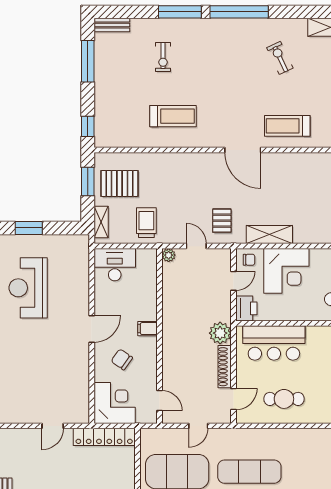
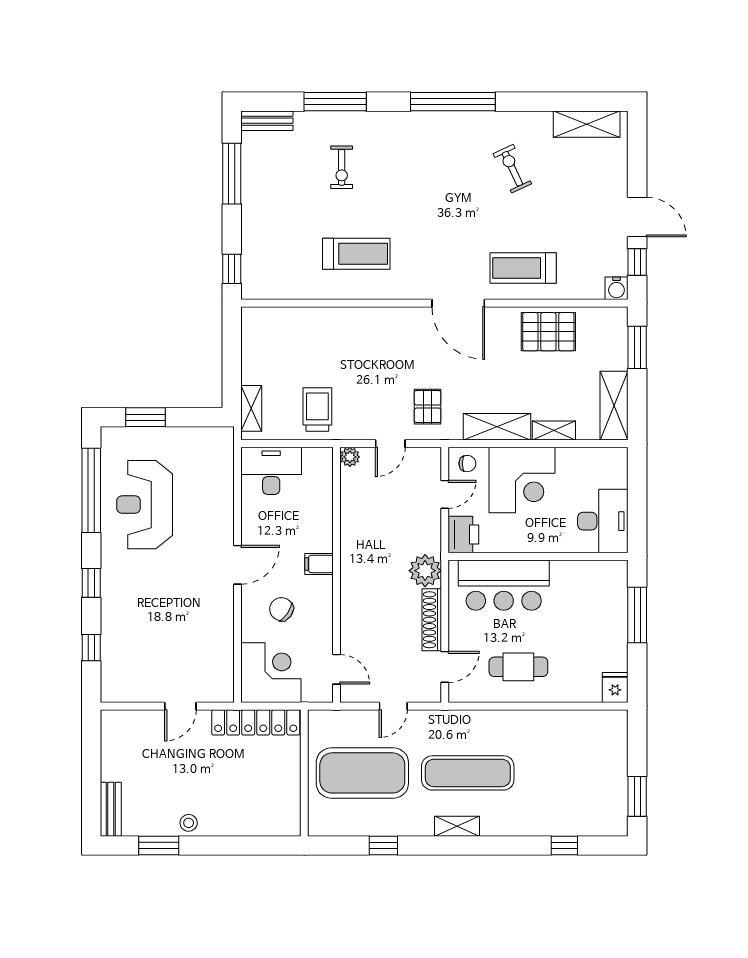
window: (180, 12) -> (335, 102), moved
window: (88, 181) -> (232, 349), removed
pallet: (119, 183) -> (548, 332), moved
shelving: (308, 237) -> (554, 431), added
door: (196, 246) -> (390, 444), swing flipped

